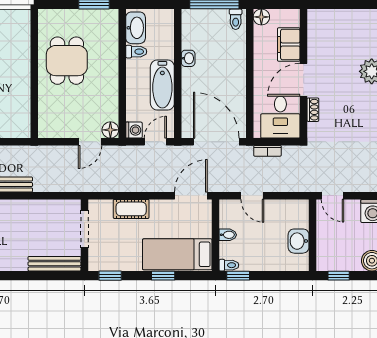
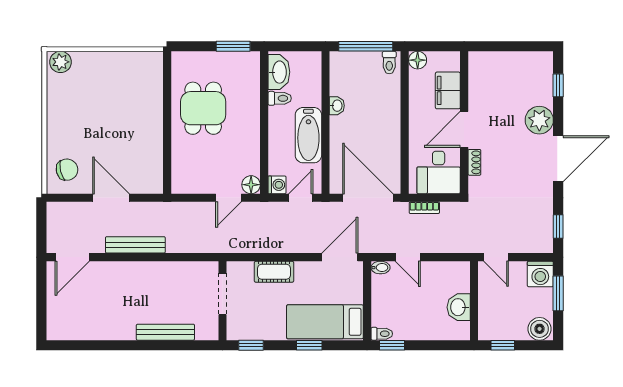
bidet: (228, 235) -> (381, 268), moved
bench: (55, 264) -> (165, 332), moved

